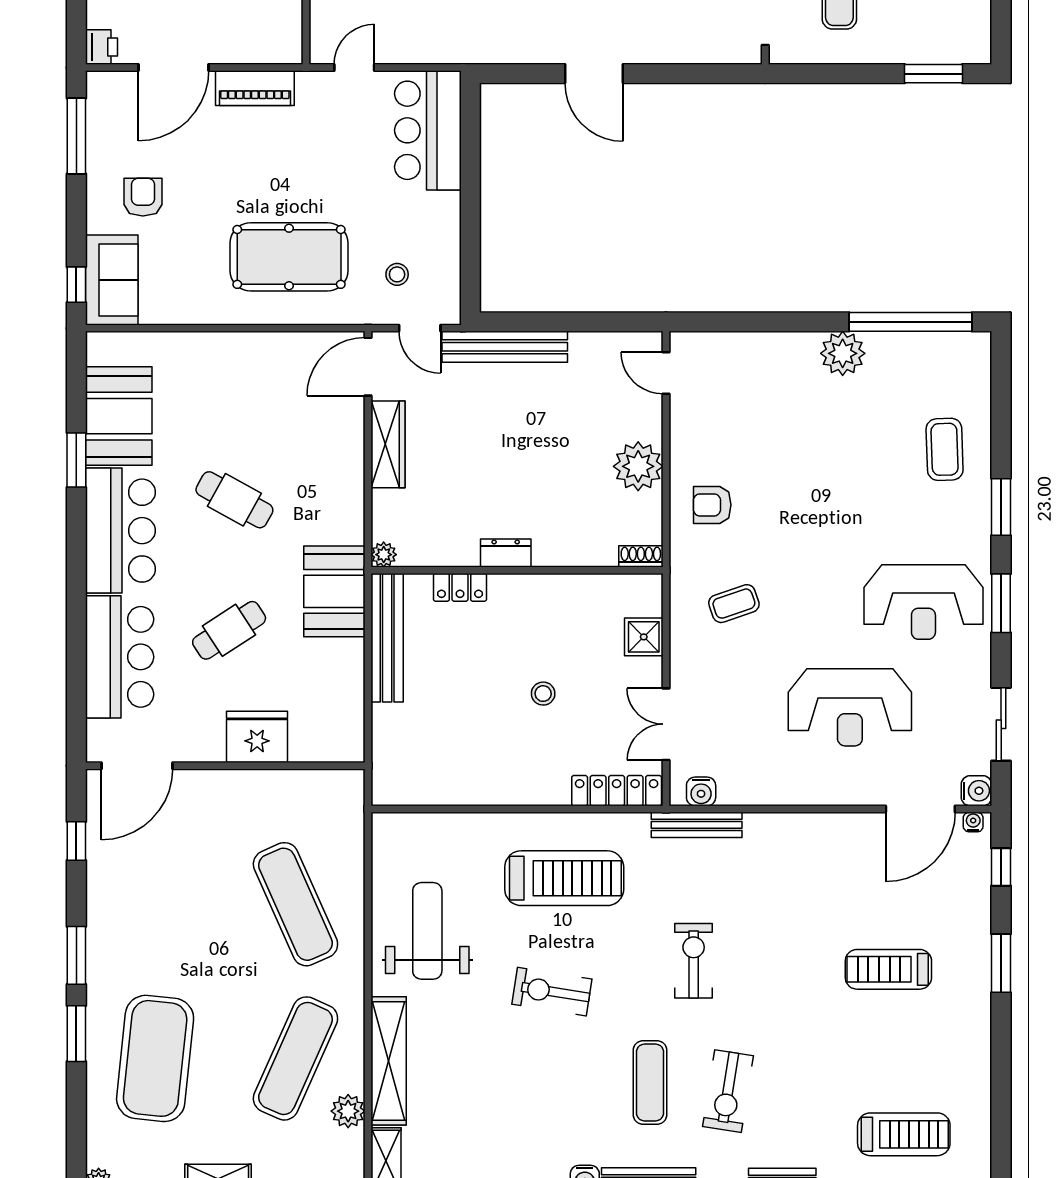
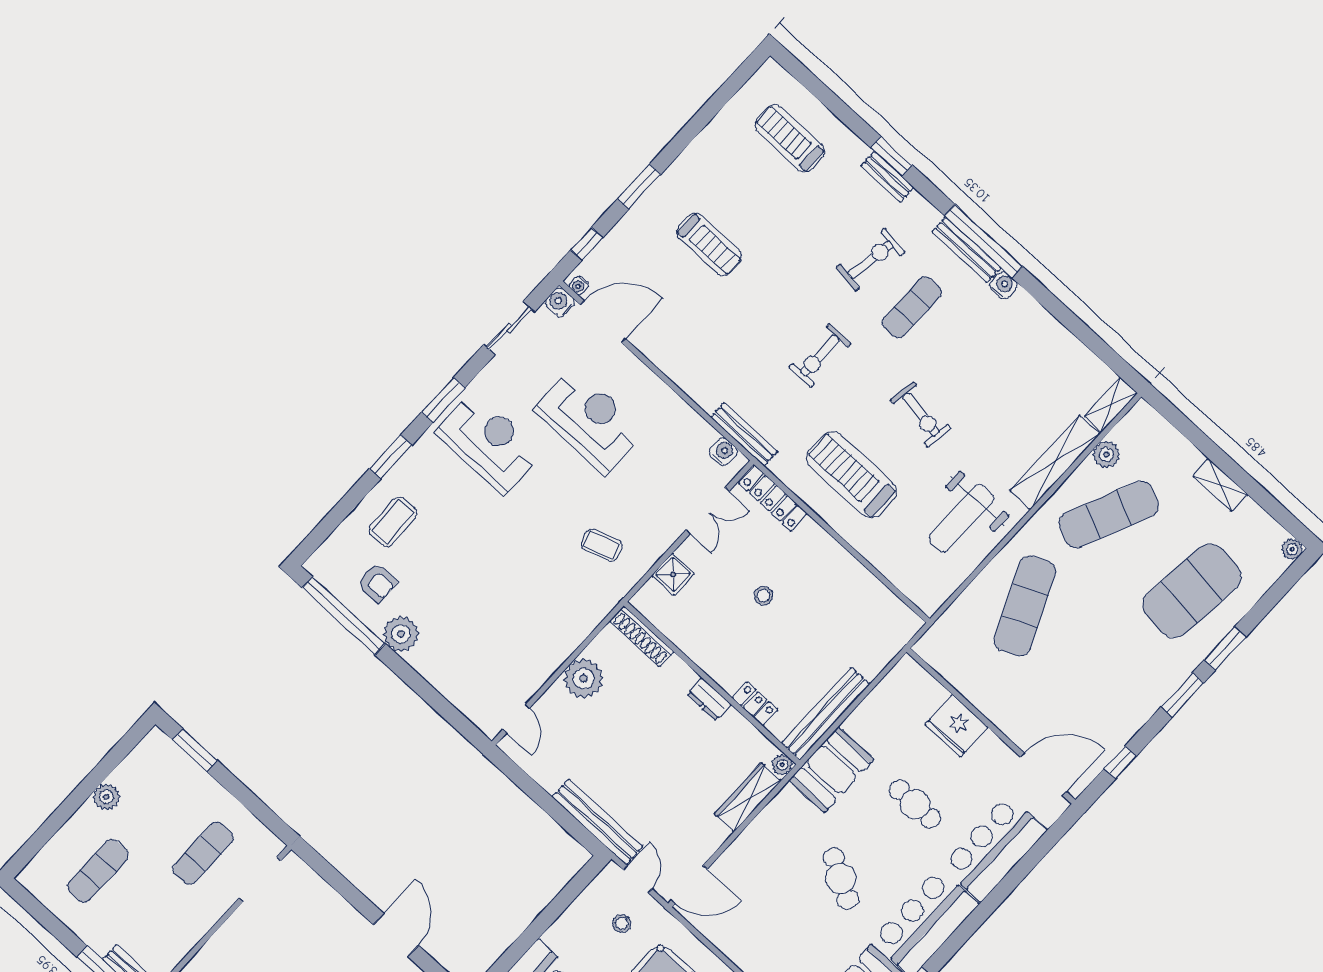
wardrobe: (388, 444) -> (748, 797), moved
armchair: (712, 505) -> (377, 583), moved
shoe rack: (641, 556) -> (642, 636), width x1.94, depth x1.24
cafe table: (229, 630) -> (915, 804), turned 33

